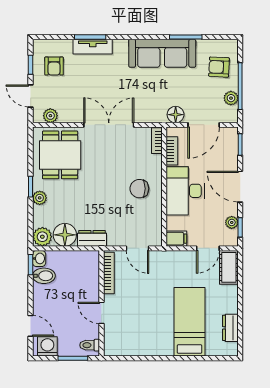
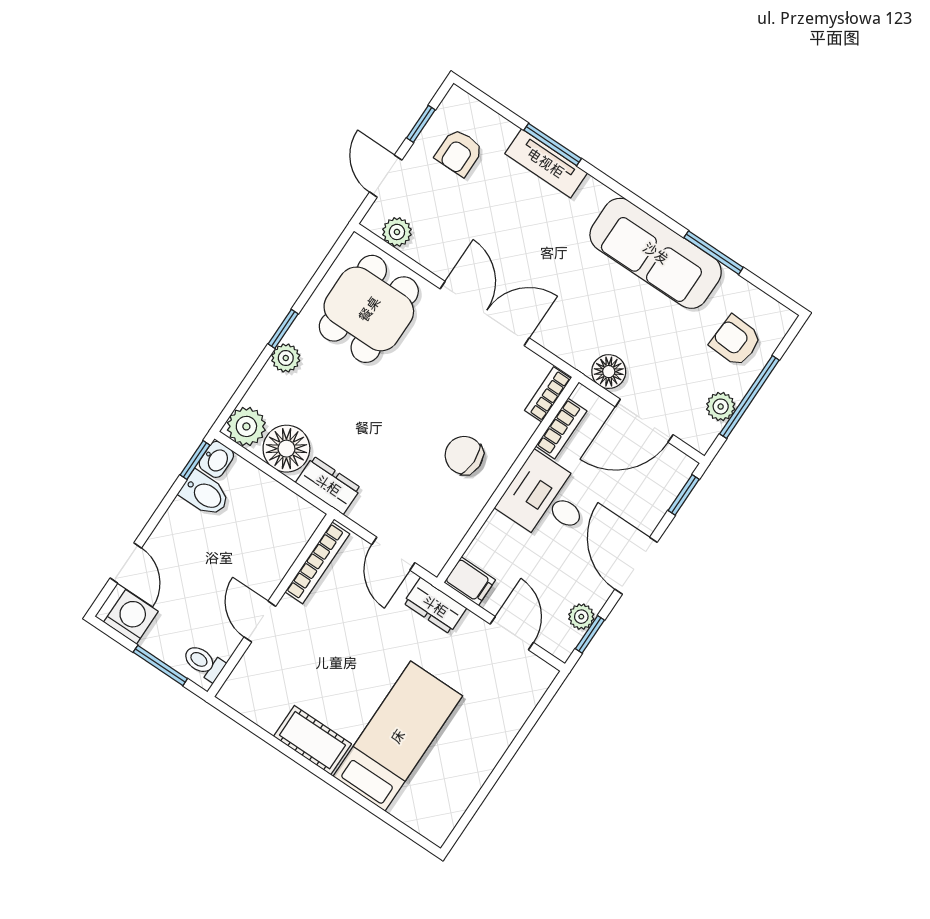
desk: (185, 191) -> (546, 500), width x0.73
door: (208, 248) -> (512, 633), swing flipped
cot: (229, 267) -> (312, 740), moved, turned 90
dresser: (230, 328) -> (435, 606), moved, turned -90

